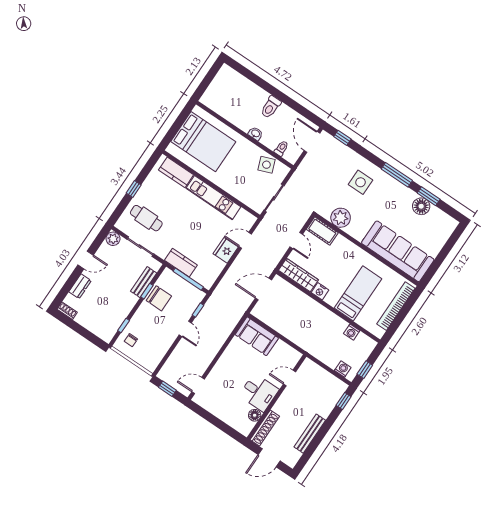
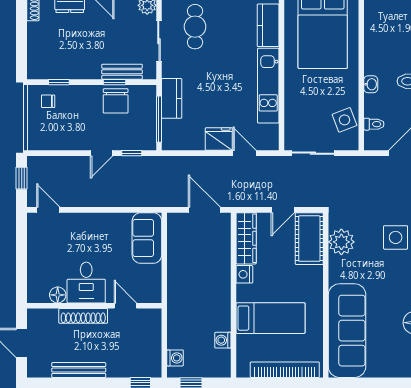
cot: (322, 231) -> (309, 239), width x1.37, depth x1.34
shoe rack: (265, 428) -> (83, 316), moved

